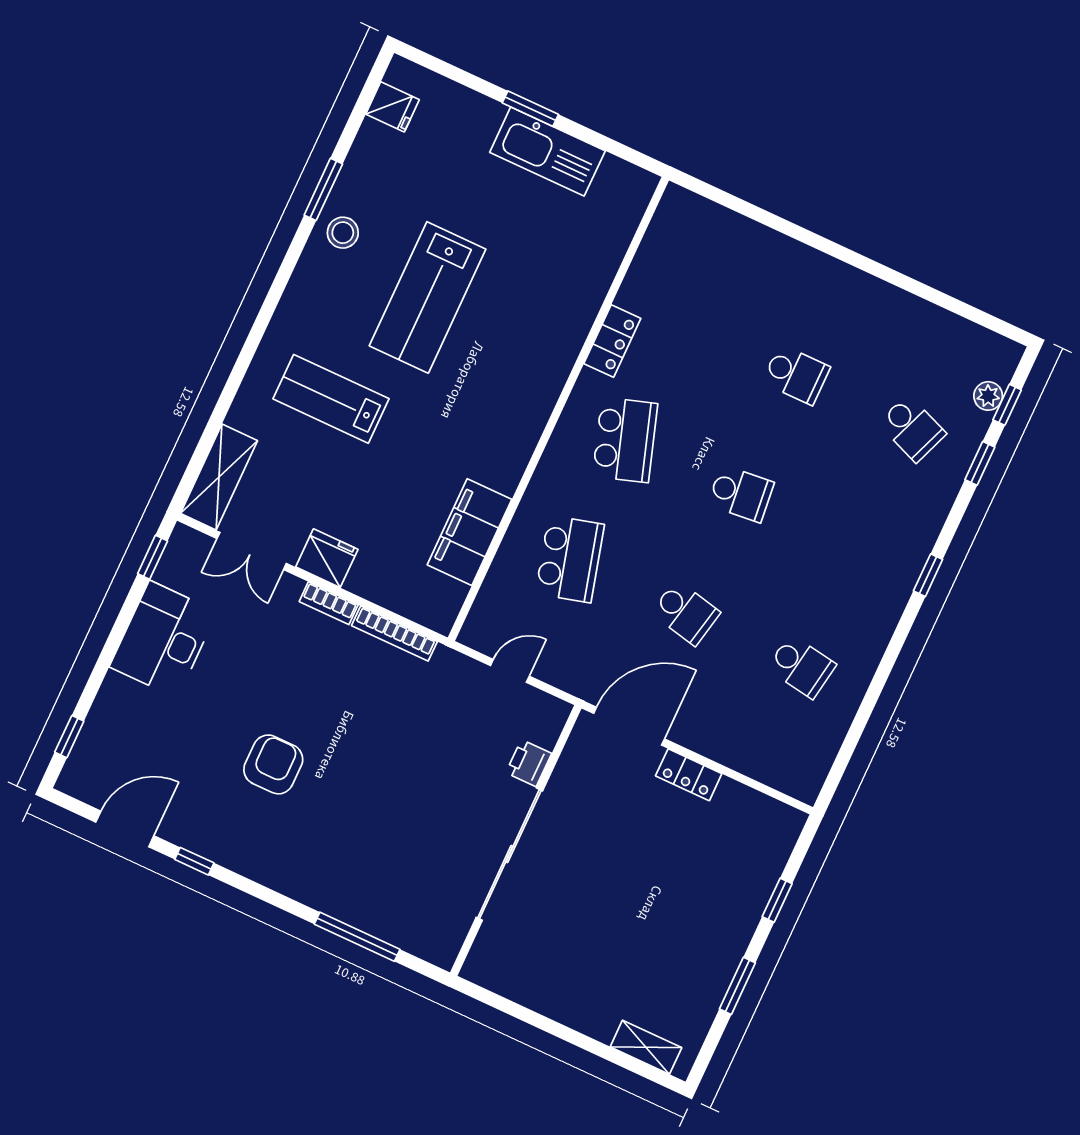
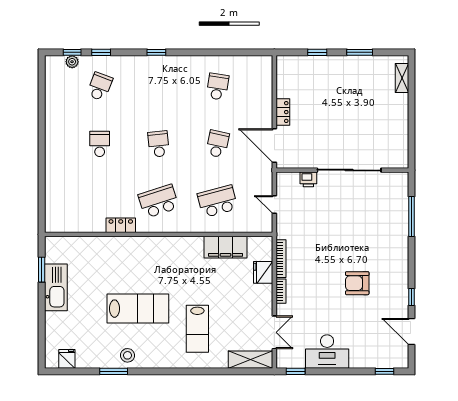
window: (530, 109) -> (42, 270), moved
fridge: (327, 558) -> (263, 272), moved

